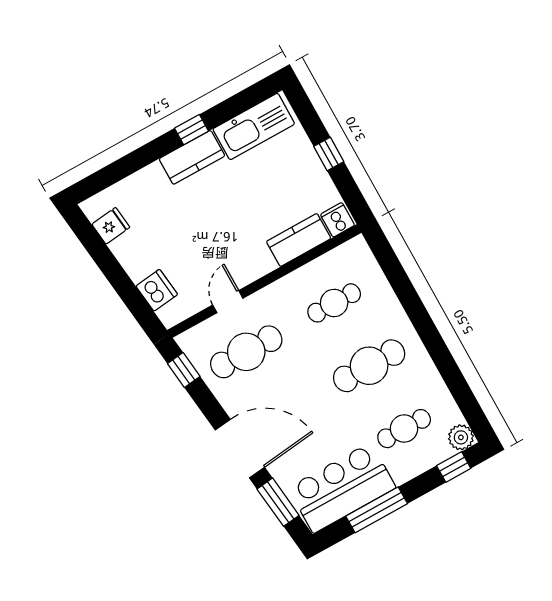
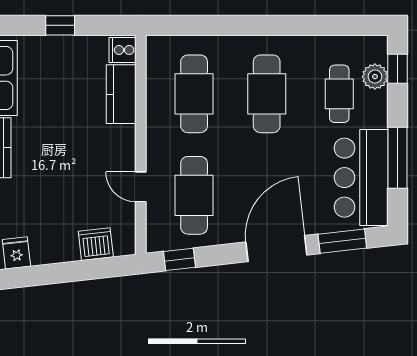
cafe table: (334, 303) -> (194, 94), width x1.37, depth x1.35
plant: (461, 437) -> (375, 77), moved

